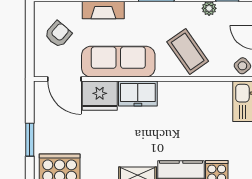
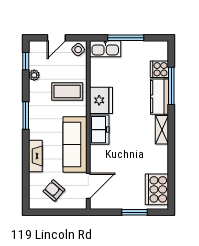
coffee table: (188, 52) -> (67, 91), turned 35
fridge: (100, 96) -> (101, 100), moved

